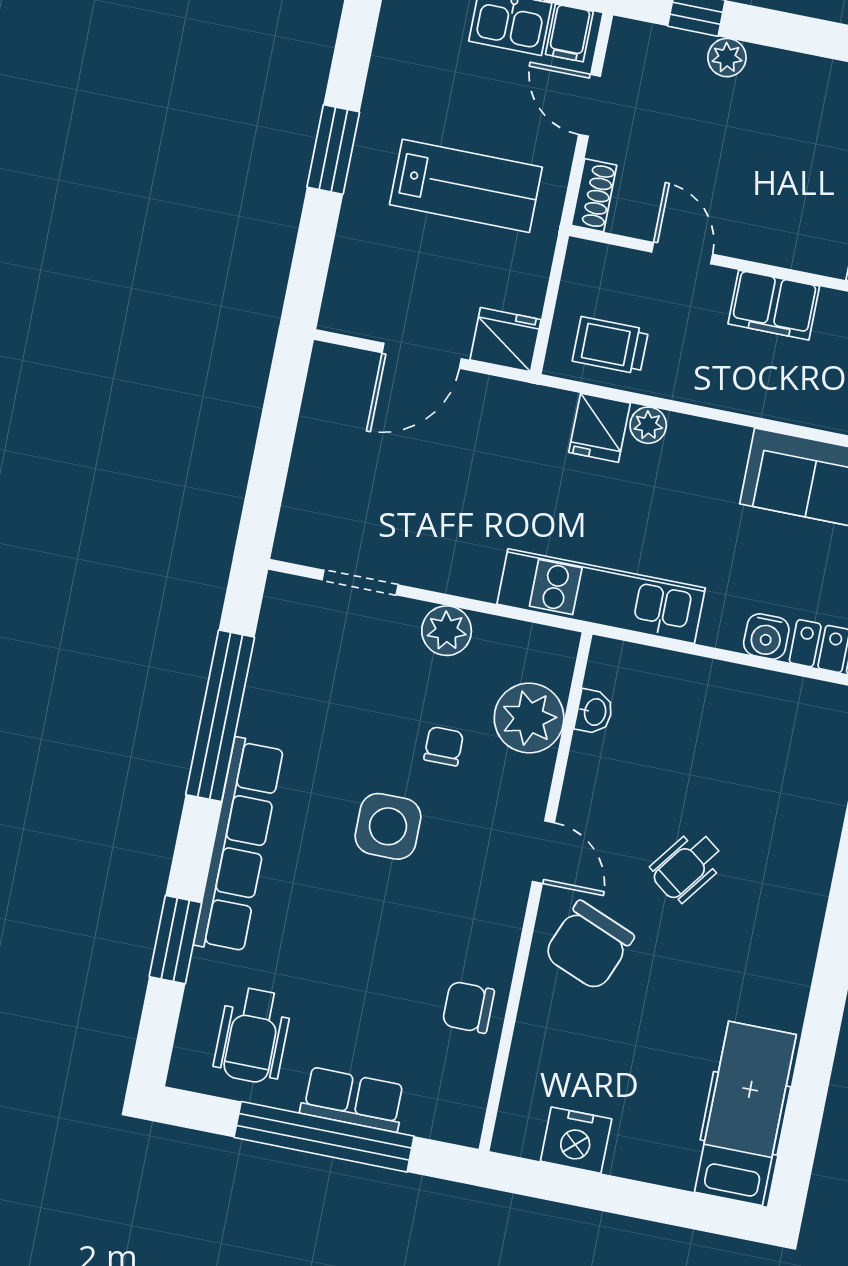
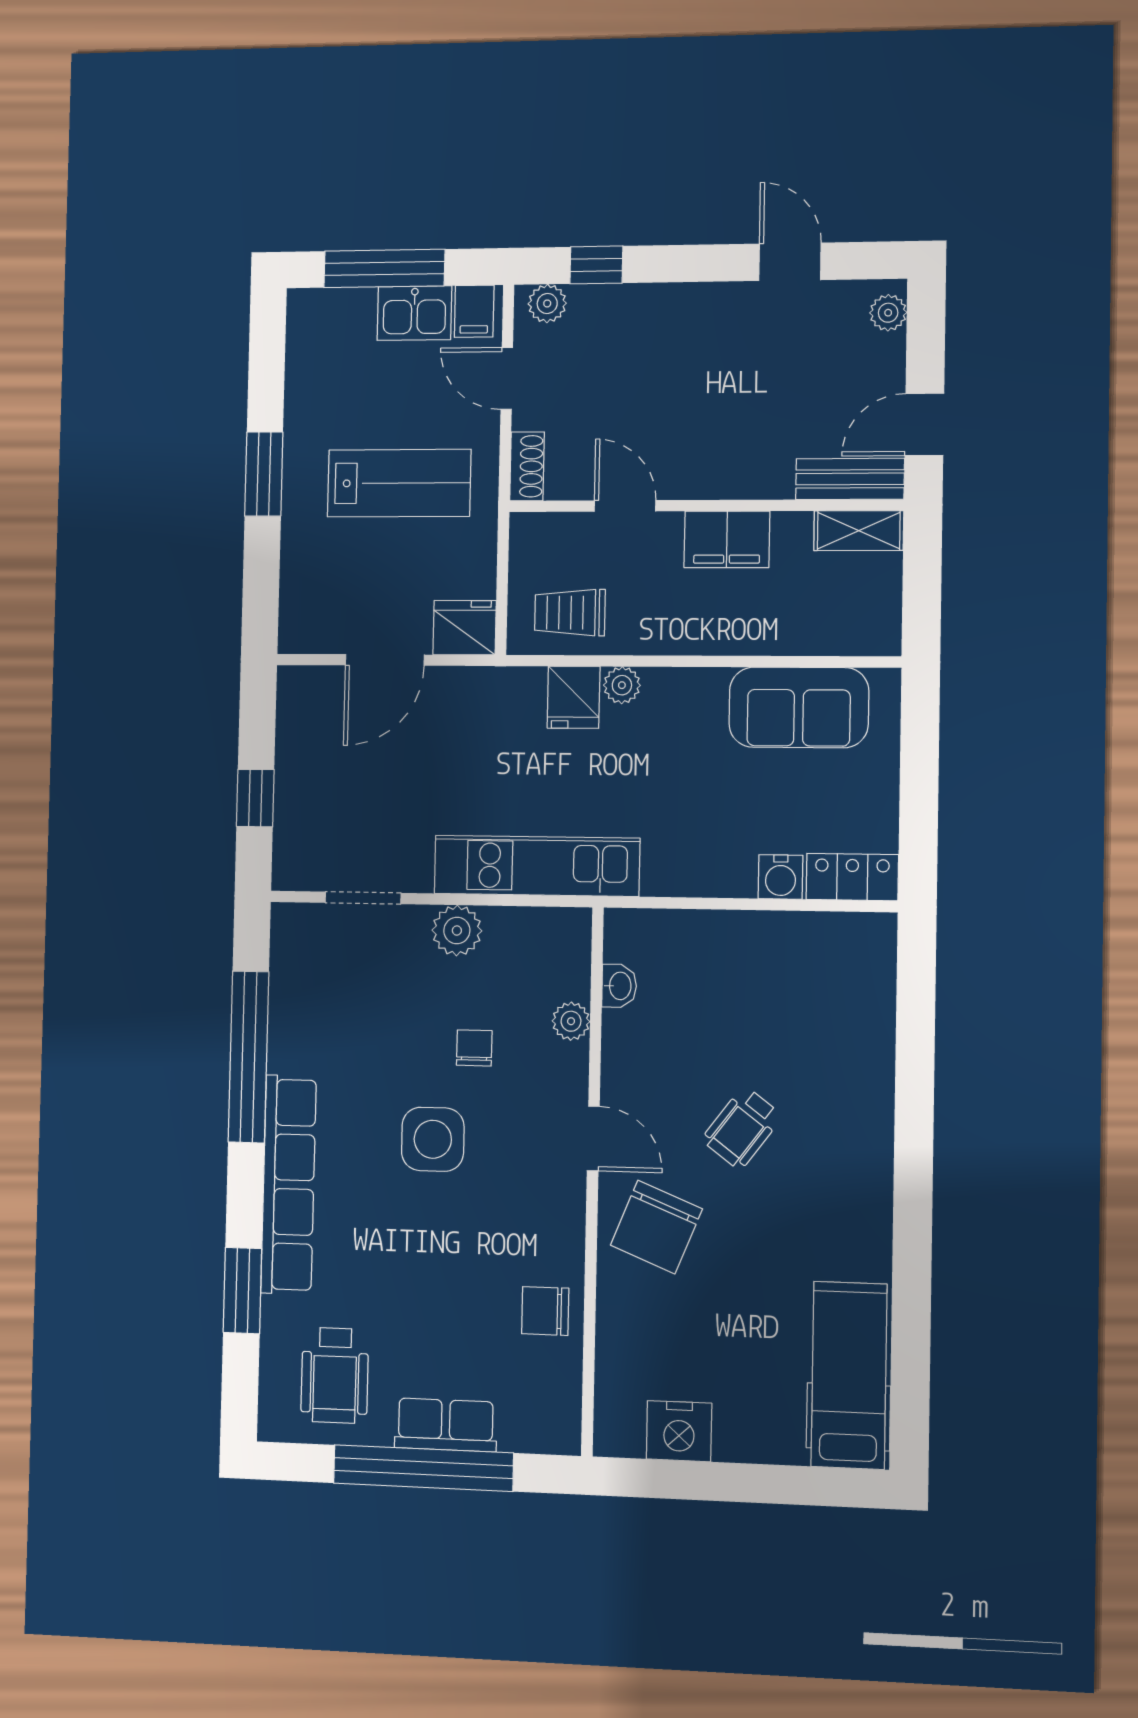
plant: (727, 58) -> (547, 303), moved
window: (270, 466) -> (255, 798), added
kitchen unit: (601, 596) -> (537, 866), moved
plant: (529, 718) -> (571, 1021), width x0.53, depth x0.53

